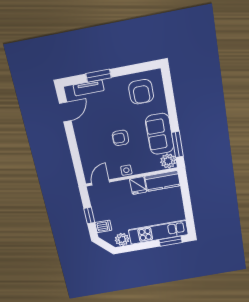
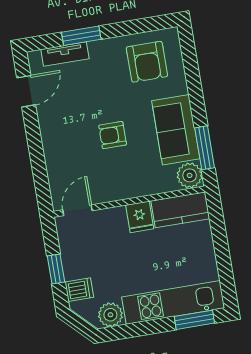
side table: (126, 170) -> (121, 190), removed

